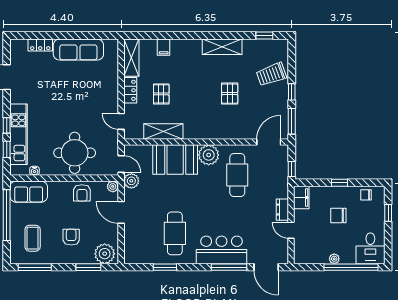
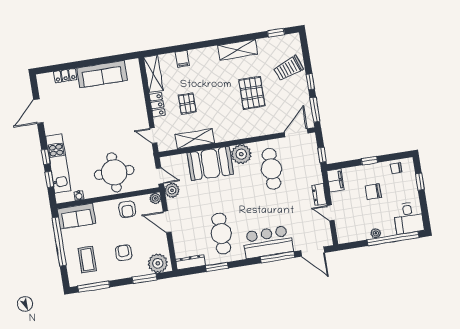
pallet: (230, 94) -> (252, 93), width x1.50, depth x1.42
dresser: (139, 258) -> (191, 262), added

